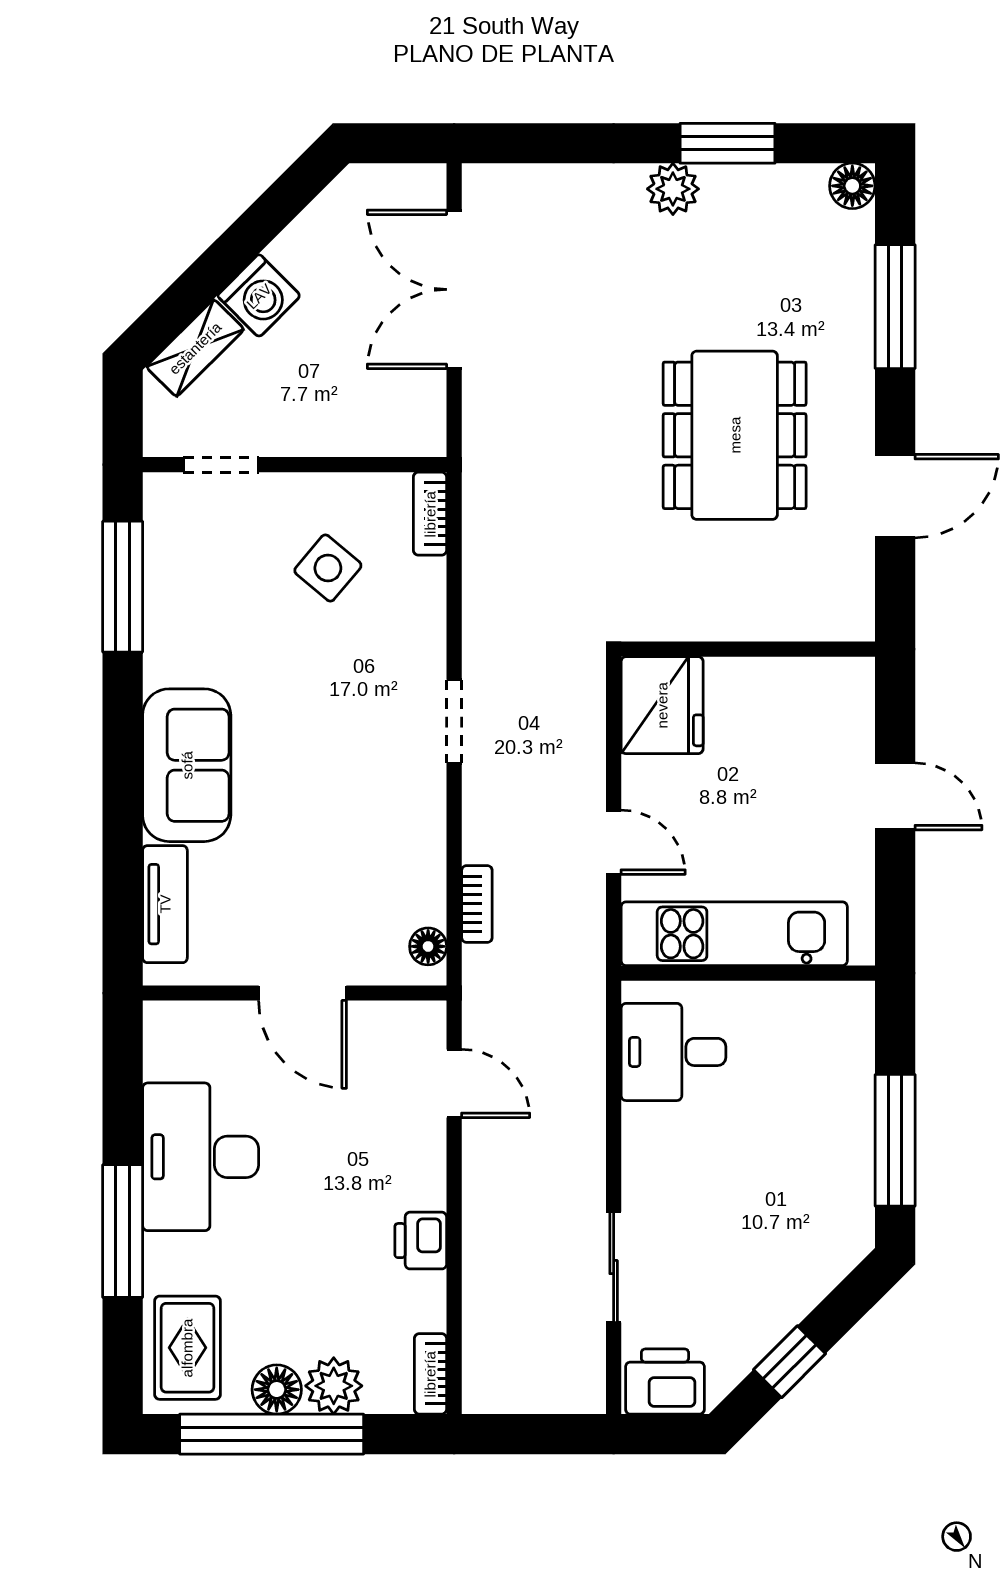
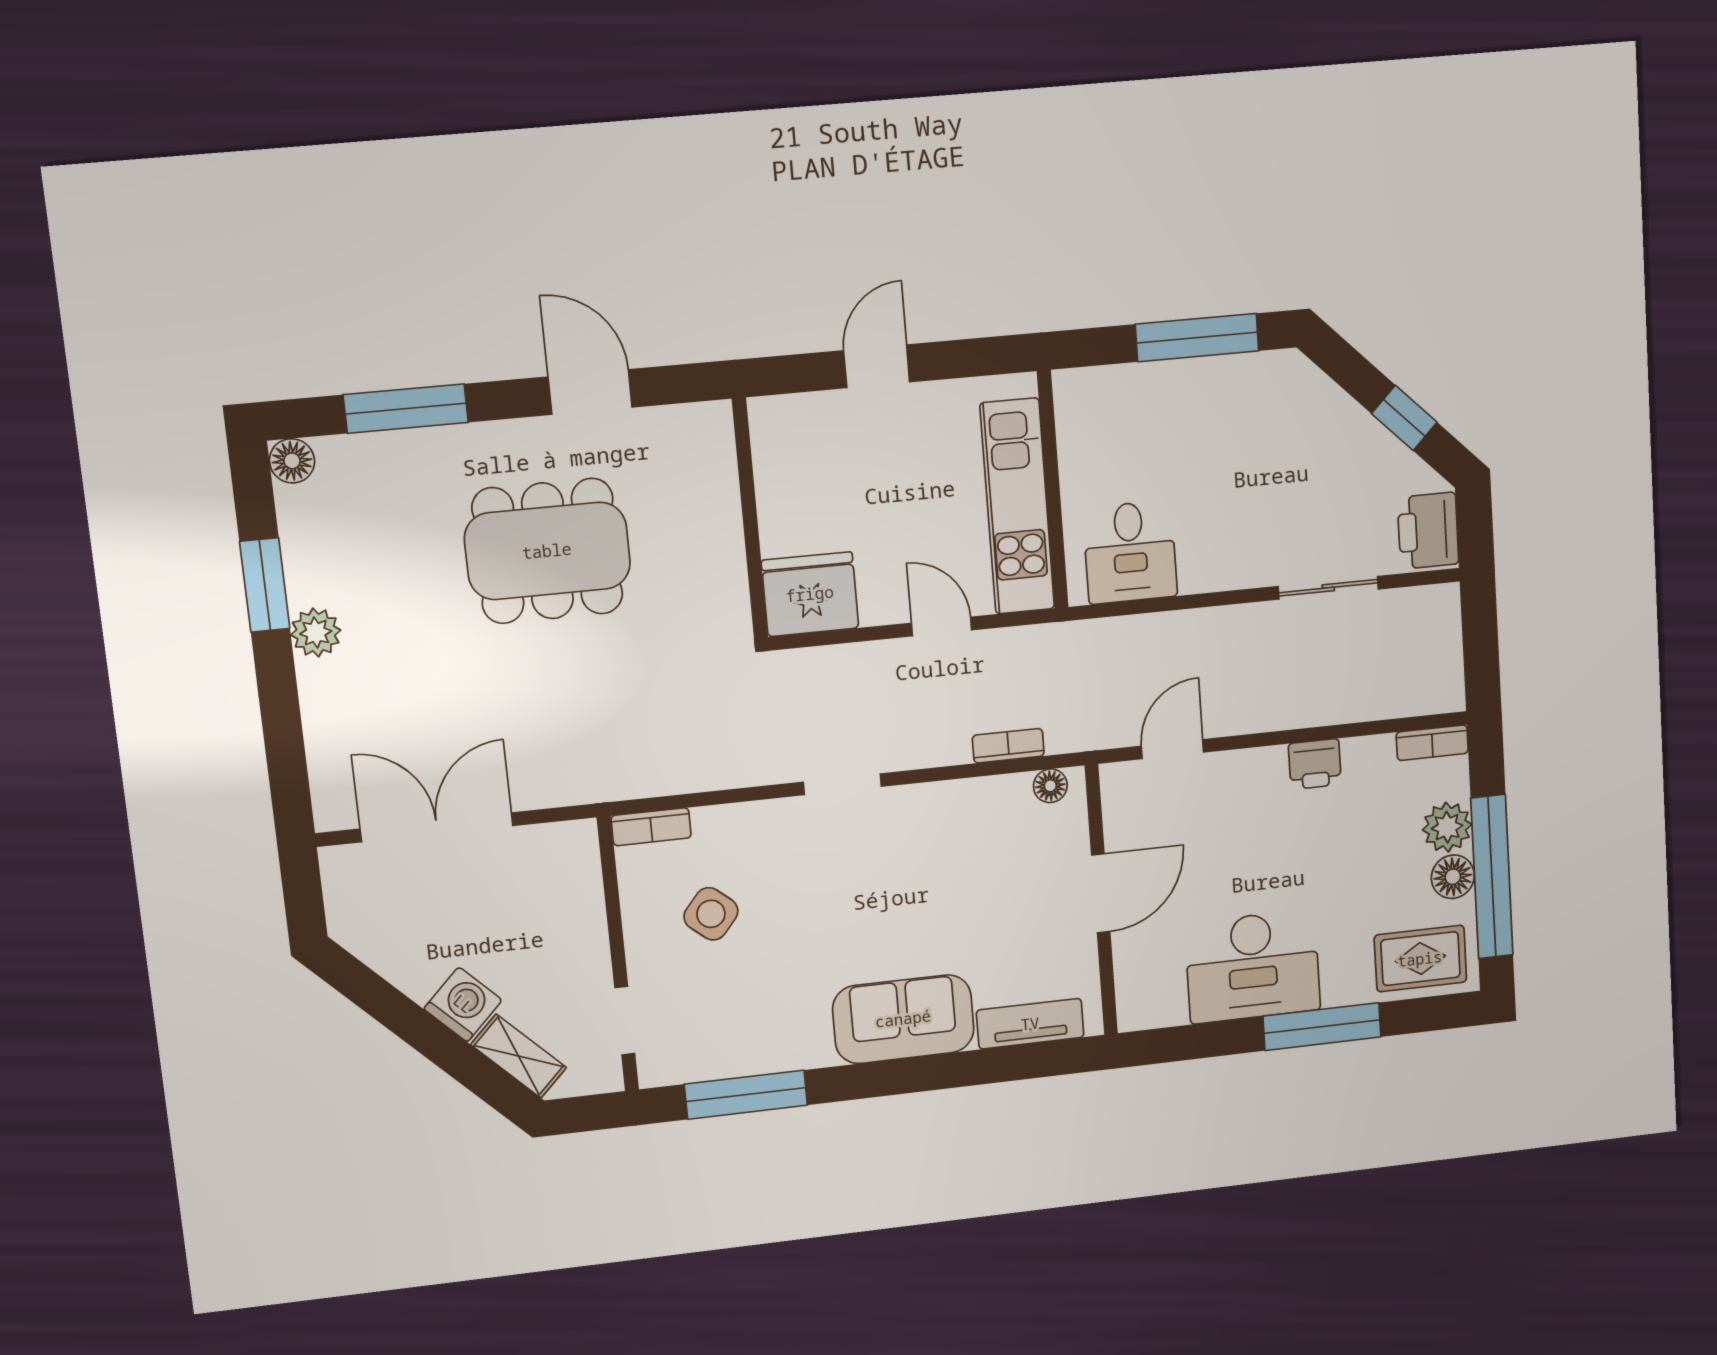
double door: (454, 289) -> (437, 827), swing flipped
door: (614, 842) -> (942, 627), hinge flipped

